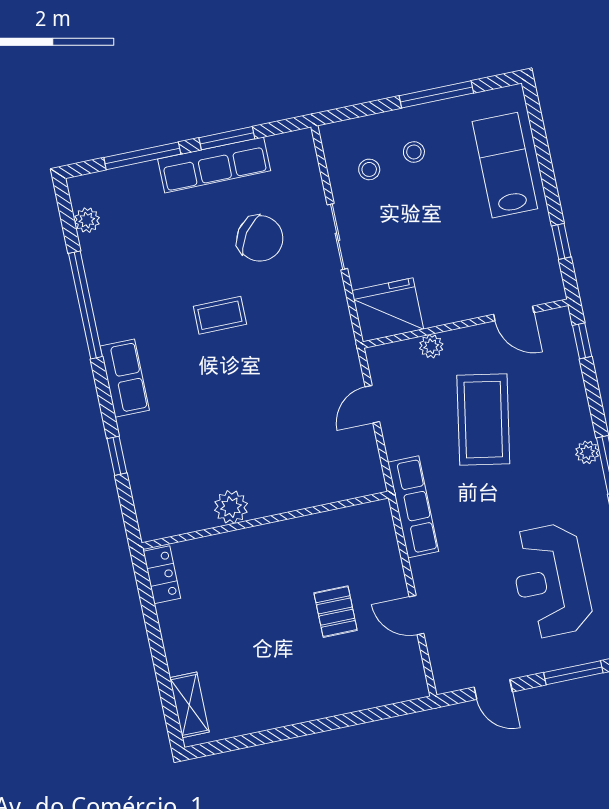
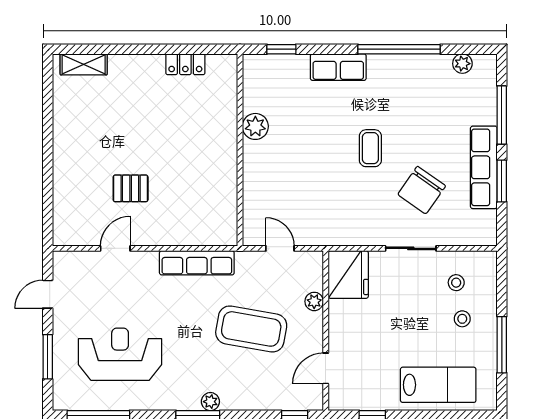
plant: (231, 507) -> (255, 126), moved
wall: (265, 520) -> (240, 150), moved

